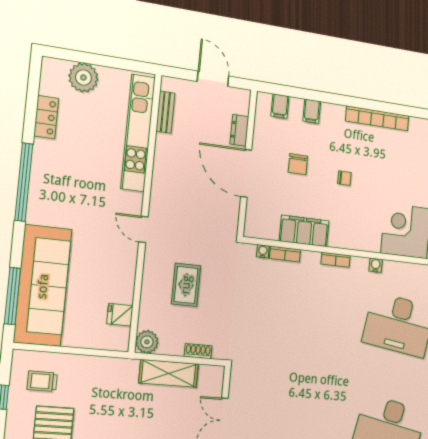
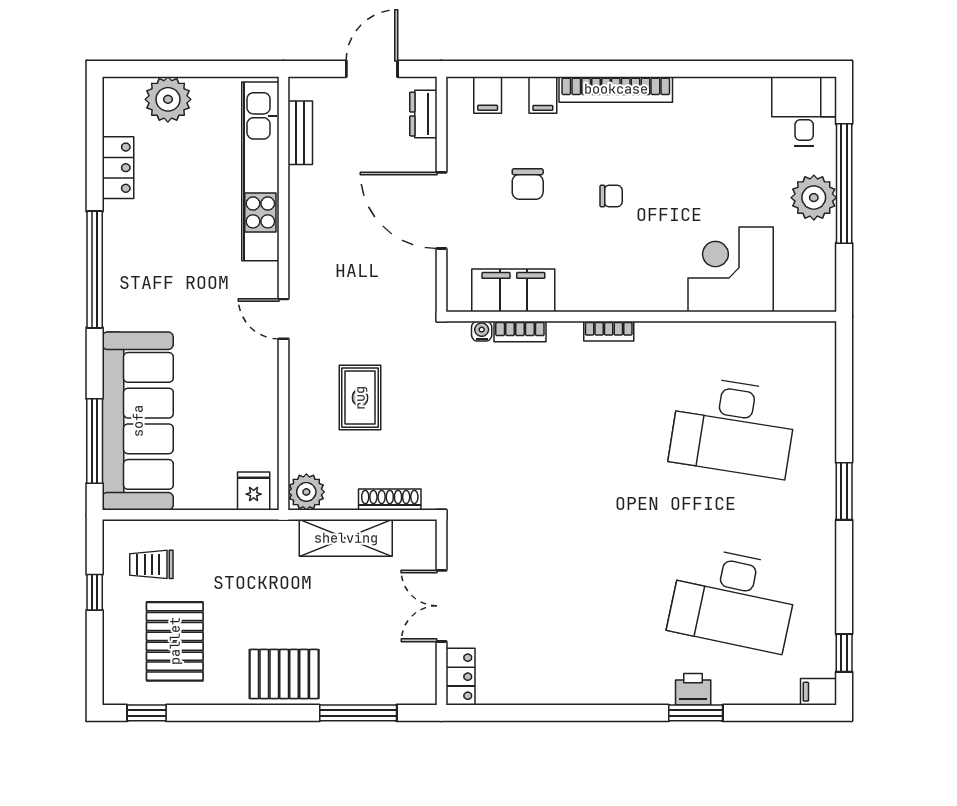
door: (213, 79) -> (372, 69), hinge flipped
bookcase: (377, 118) -> (616, 89), moved
dresser: (239, 130) -> (423, 114), moved
filing cabinet: (304, 231) -> (513, 290), moved
water cooler: (376, 265) -> (681, 332), removed
fridge: (120, 315) -> (254, 491), moved, turned 90
shoe rack: (198, 351) -> (390, 500), width x1.43

